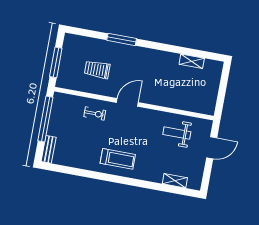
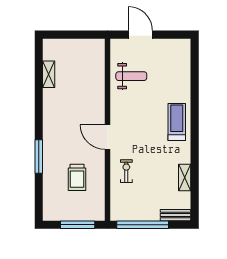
weight bench: (177, 133) -> (131, 76), turned -90
treadmill: (118, 159) -> (177, 122), moved
shelving: (175, 181) -> (185, 177), moved

